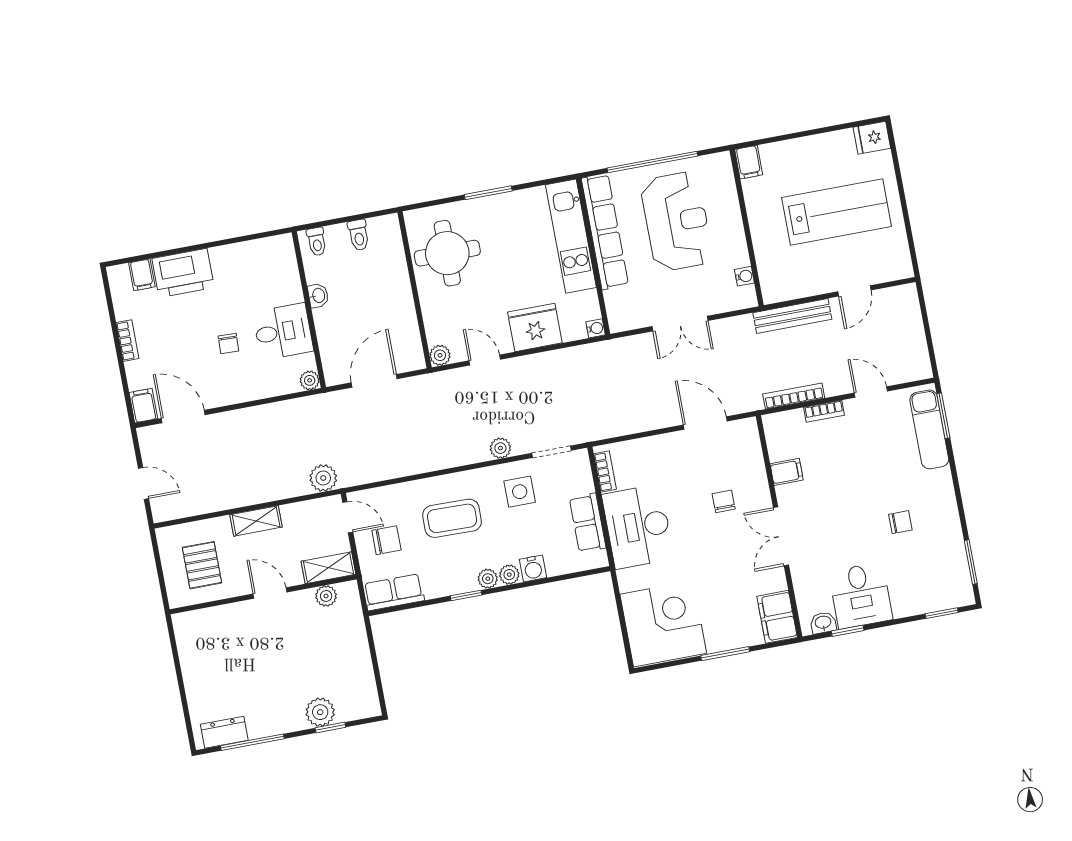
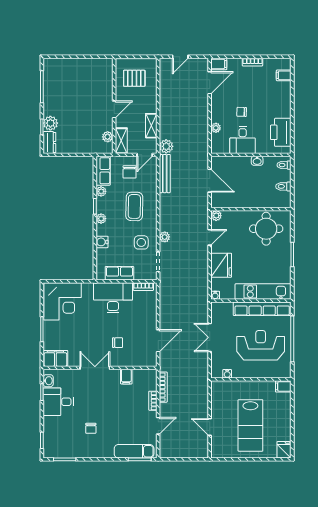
reception desk: (677, 221) -> (261, 345), turned 180
printer: (183, 273) -> (281, 132), moved
bench: (792, 316) -> (165, 174), moved
plant: (310, 380) -> (216, 128), moved
shelving: (256, 521) -> (151, 126), moved
plant: (509, 575) -> (101, 191), moved
dresser: (224, 732) -> (49, 143), moved

